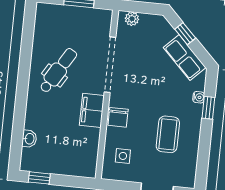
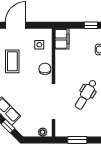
filing cabinet: (92, 110) -> (62, 39), moved

